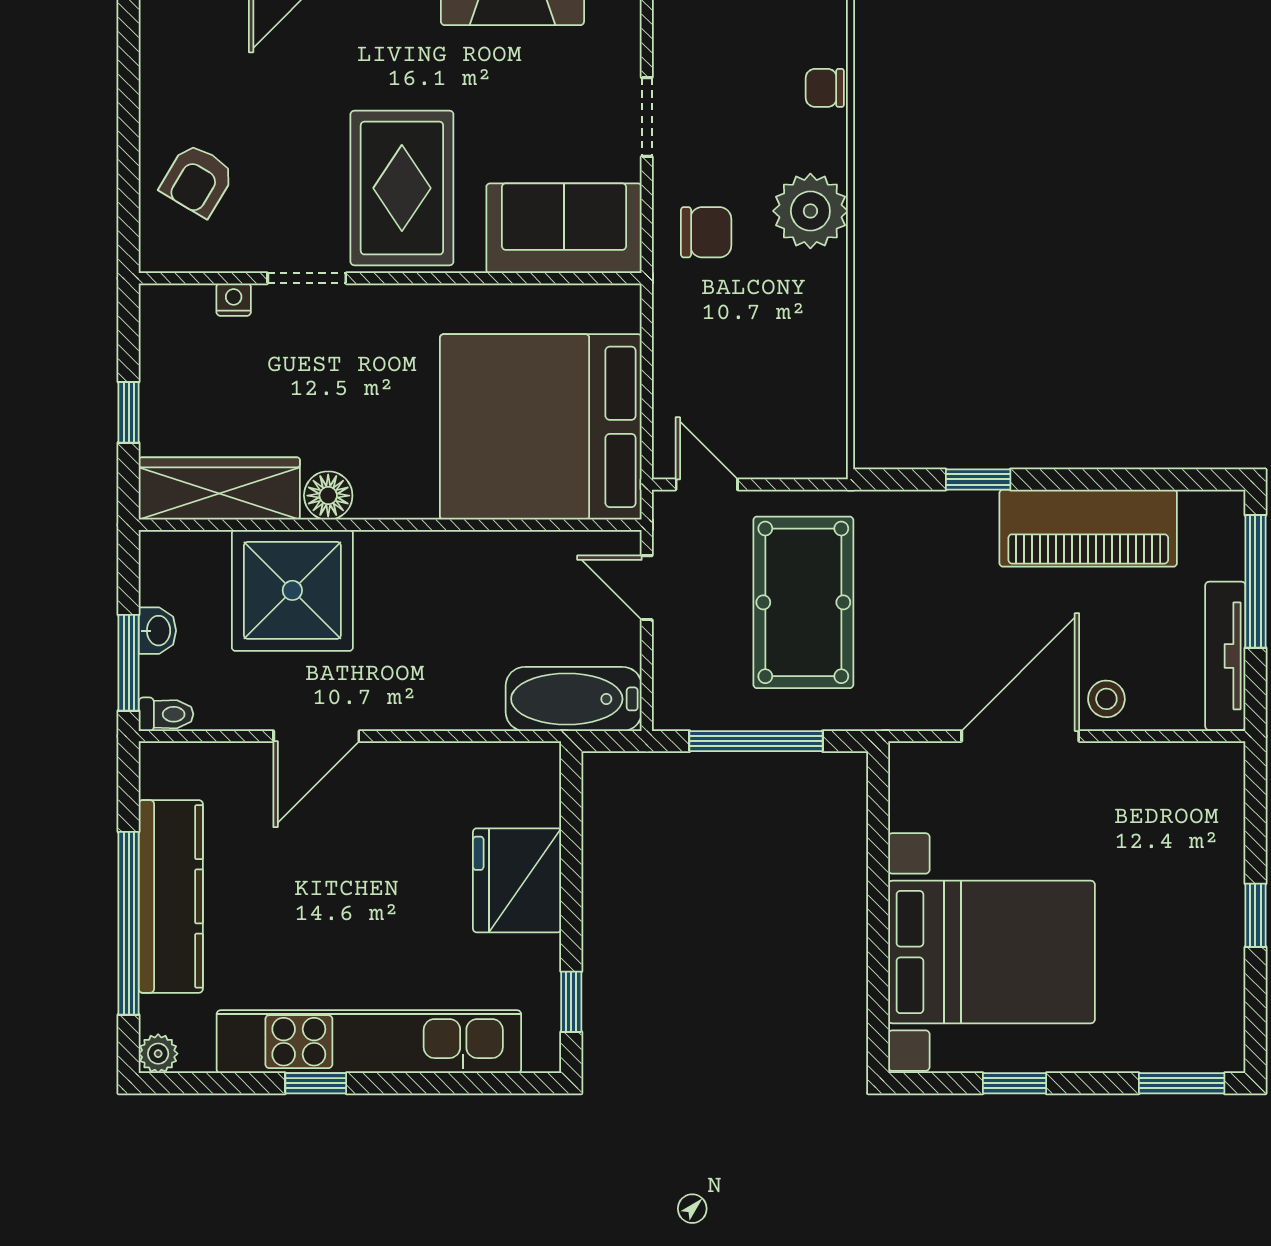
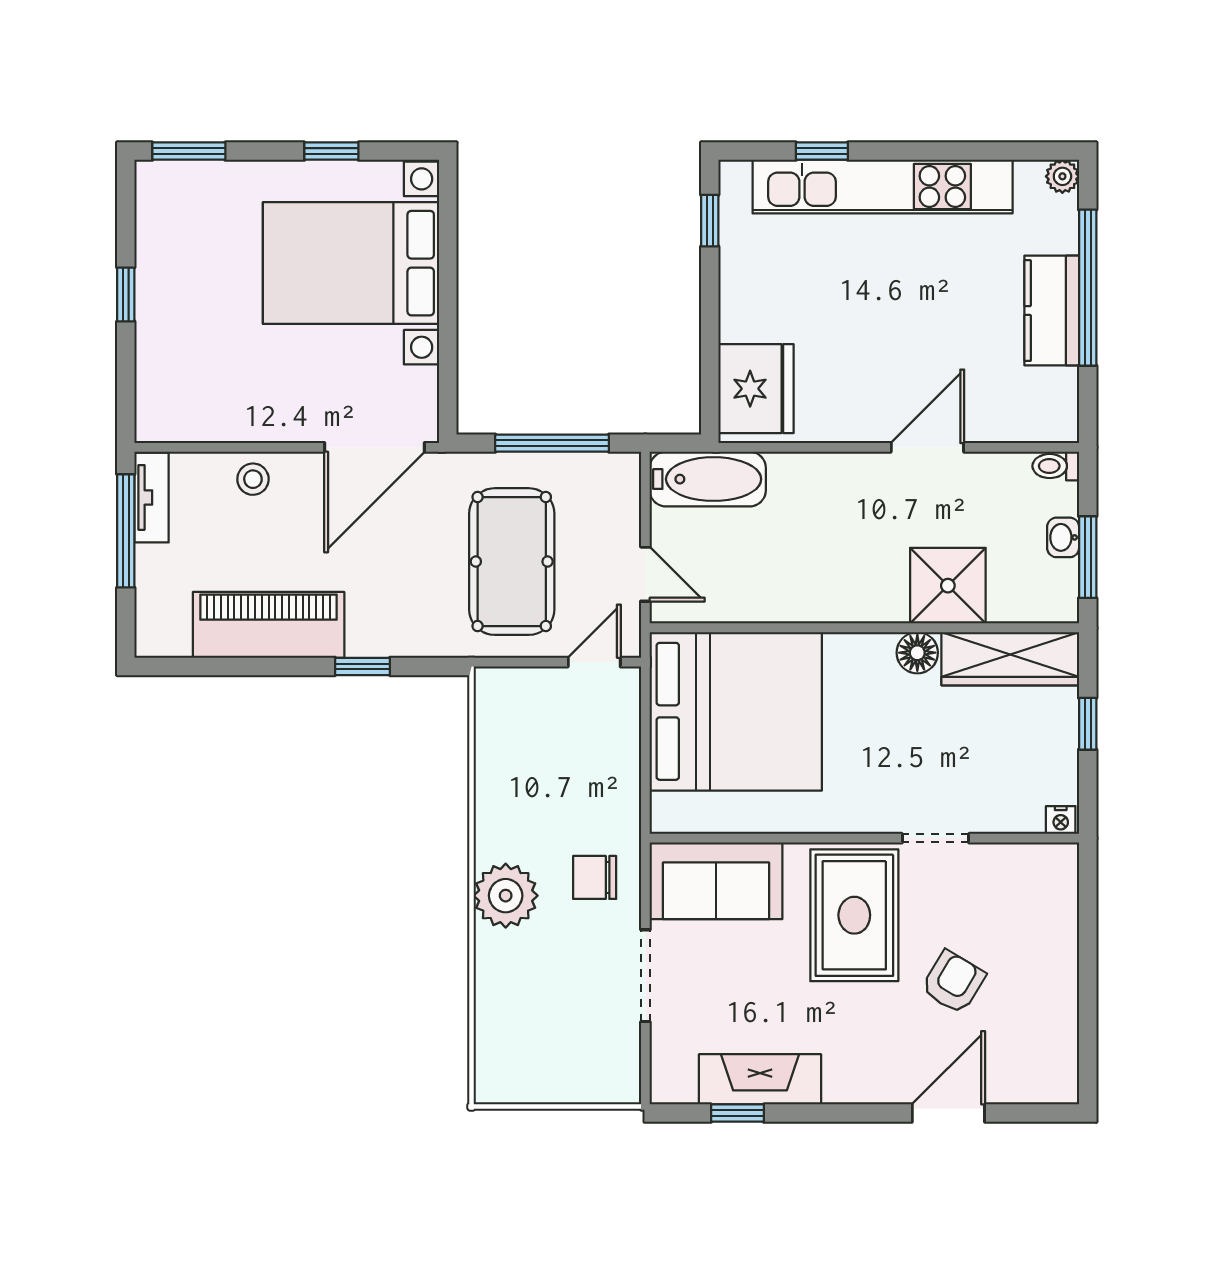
chair: (825, 88) -> (493, 1001), removed
doorway: (647, 117) -> (645, 976), width x1.38
armchair: (197, 180) -> (953, 982), moved
nightstand: (234, 300) -> (1061, 820), moved
door: (707, 485) -> (594, 662), swing flipped
window: (1255, 581) -> (126, 531), moved
shower: (292, 590) -> (948, 586), width x0.73, depth x0.73
tv unit: (1225, 656) -> (151, 497), width x0.71
window: (129, 663) -> (1088, 557), moved
door: (1020, 736) -> (375, 447), moved
fridge: (517, 880) -> (756, 389), moved
kitchen counter: (171, 896) -> (1052, 311), width x0.67
window: (316, 1083) -> (822, 151), moved

